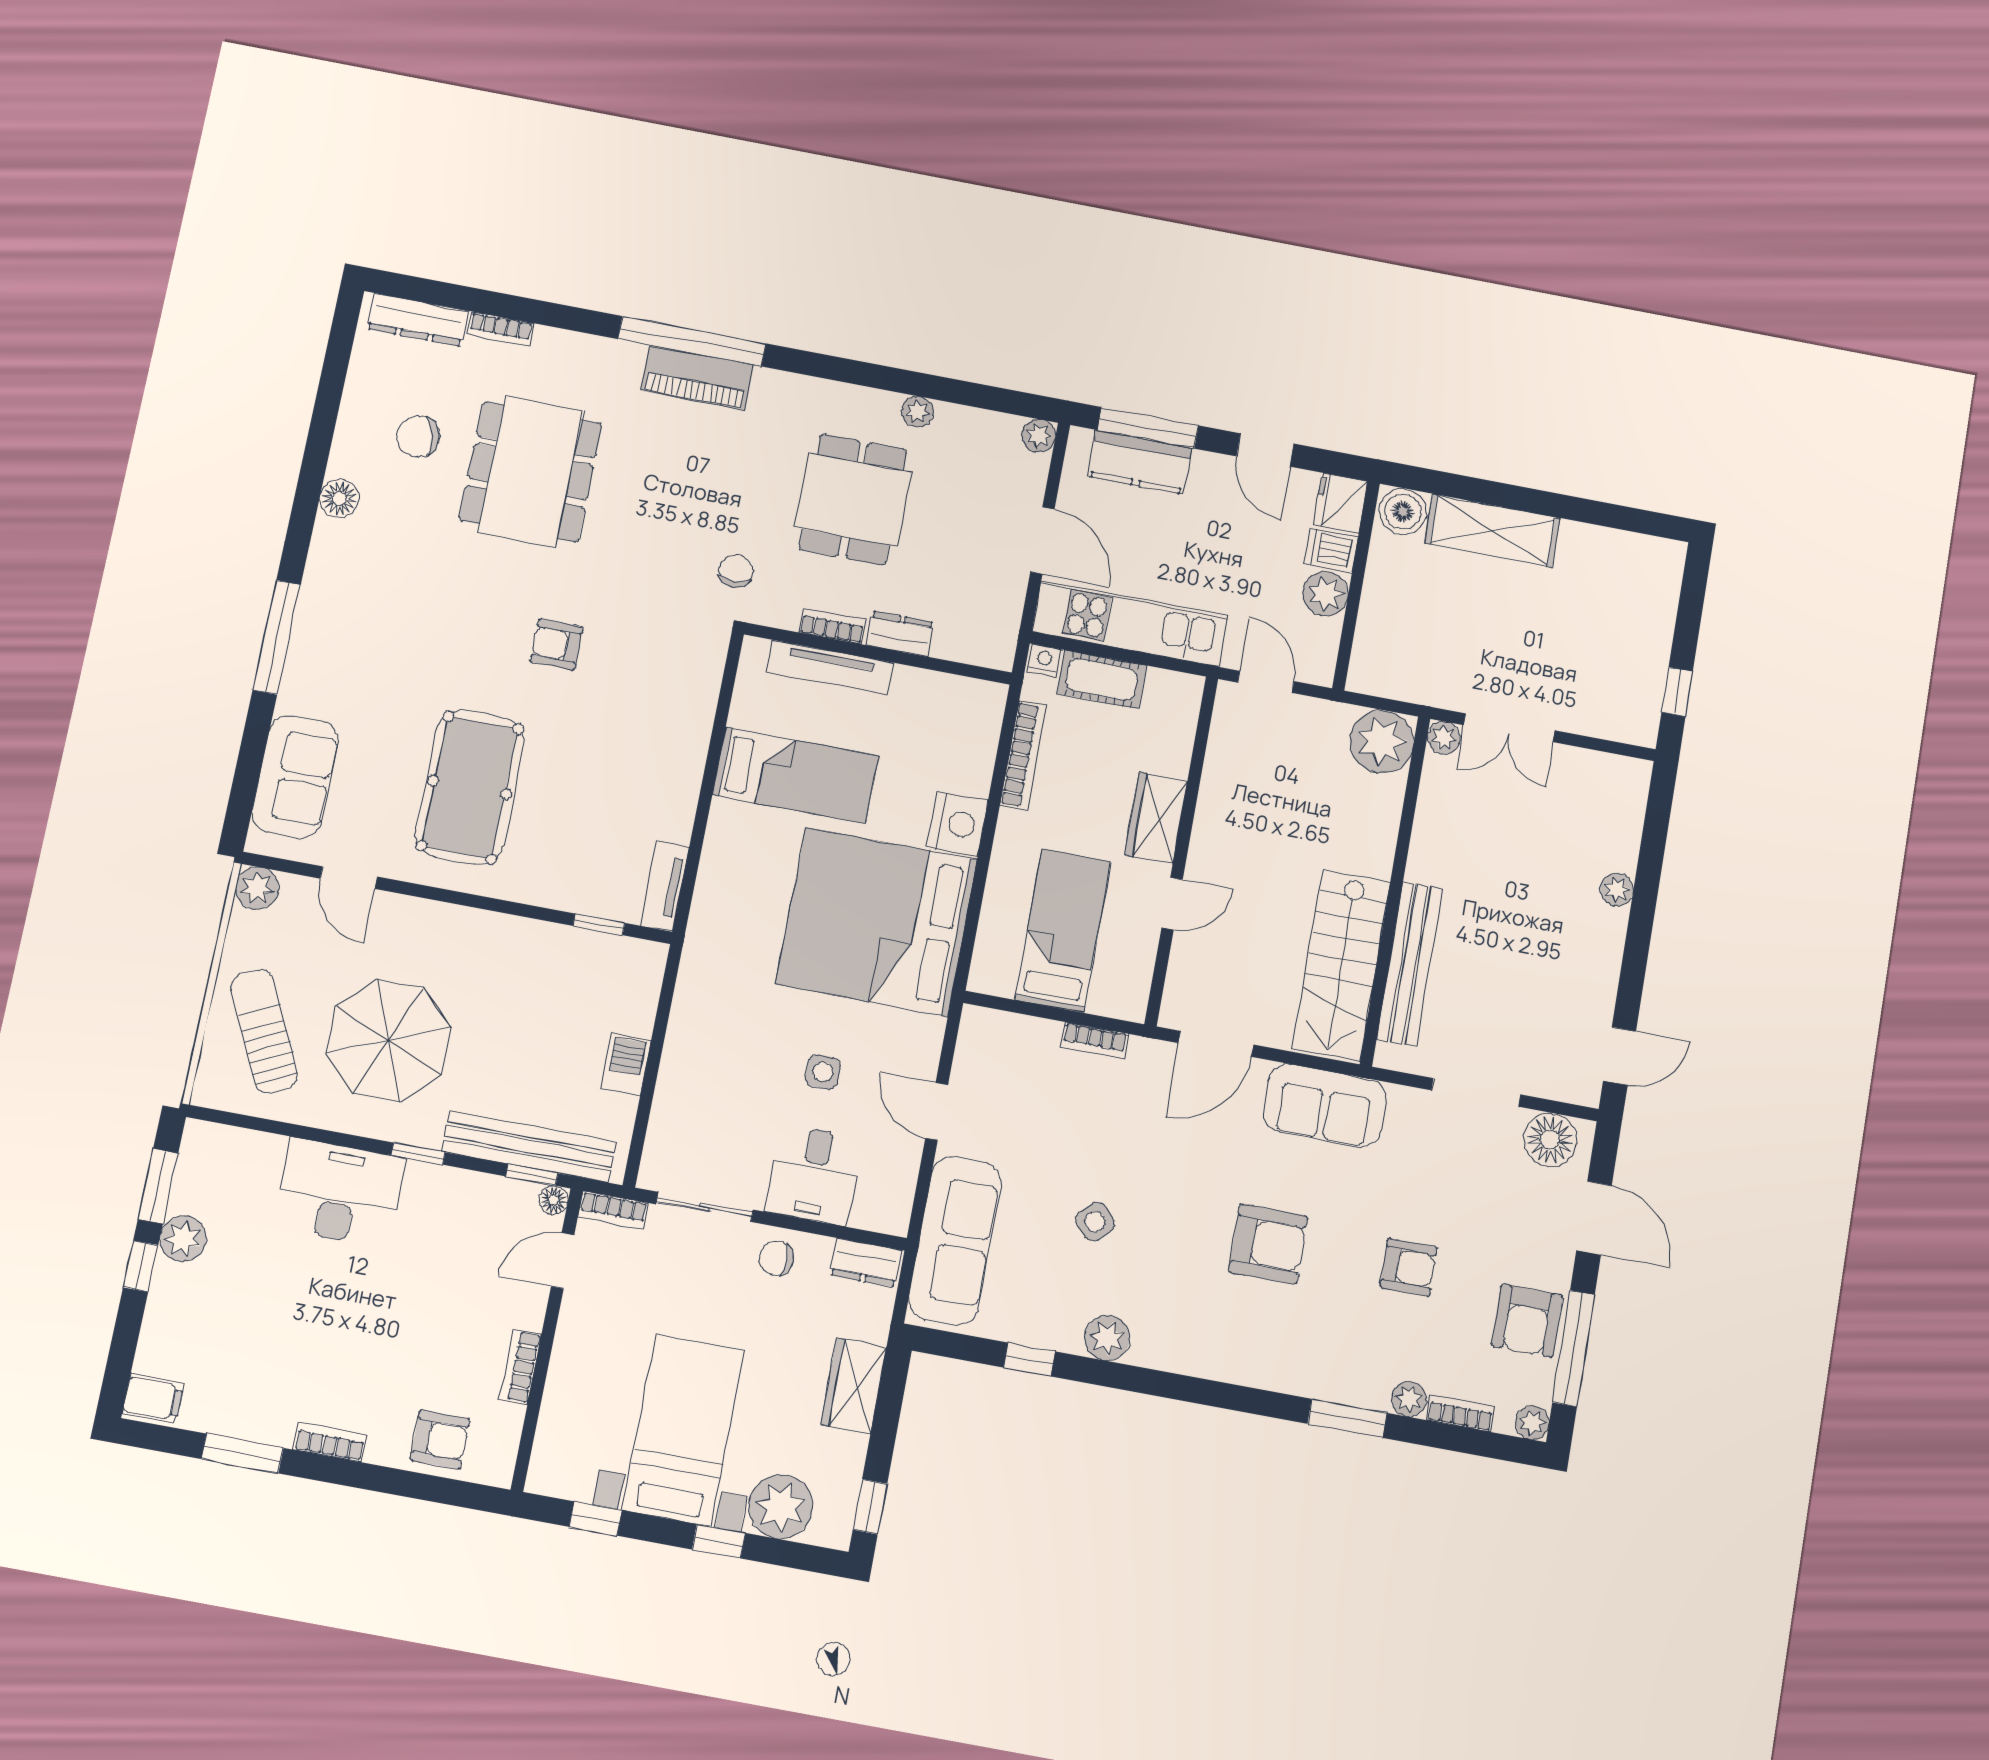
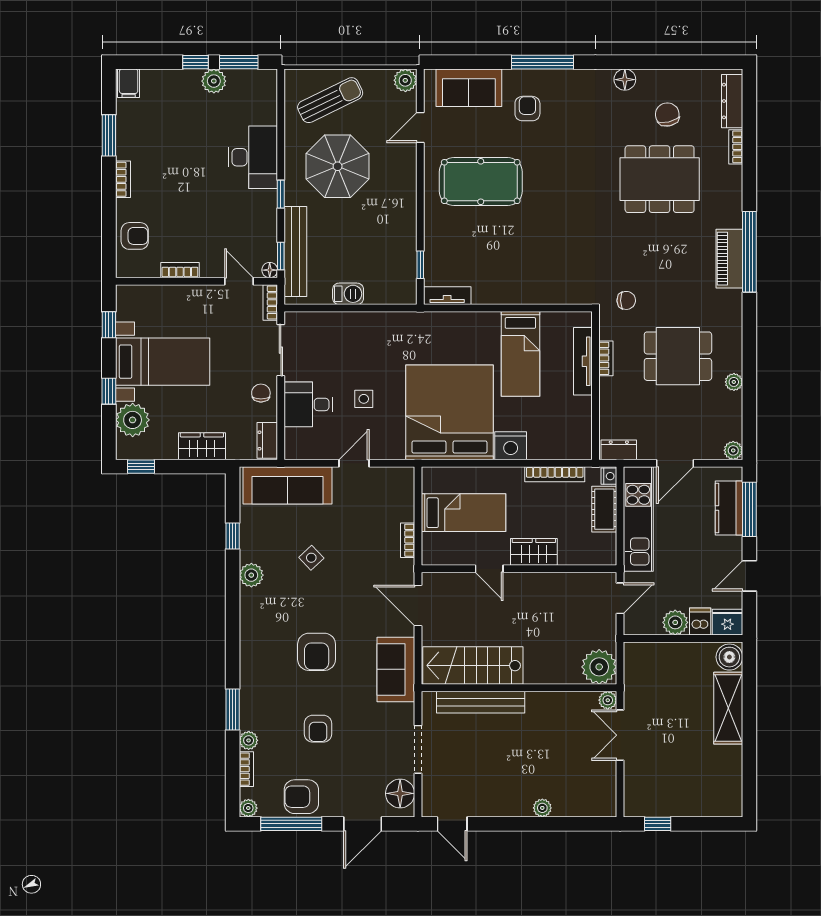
dresser: (900, 634) -> (619, 450), moved, turned -90
armchair: (556, 644) -> (527, 109), moved
armchair: (440, 1440) -> (135, 236), turned -90

